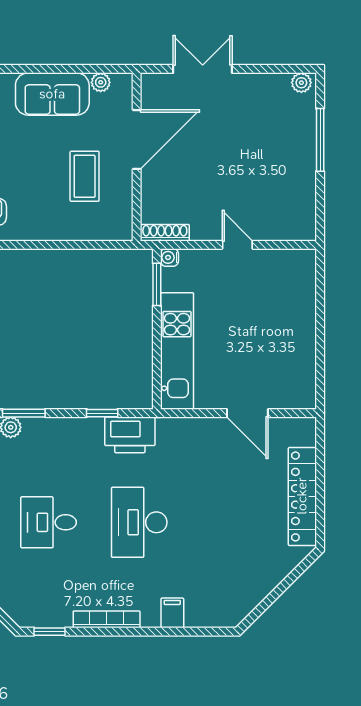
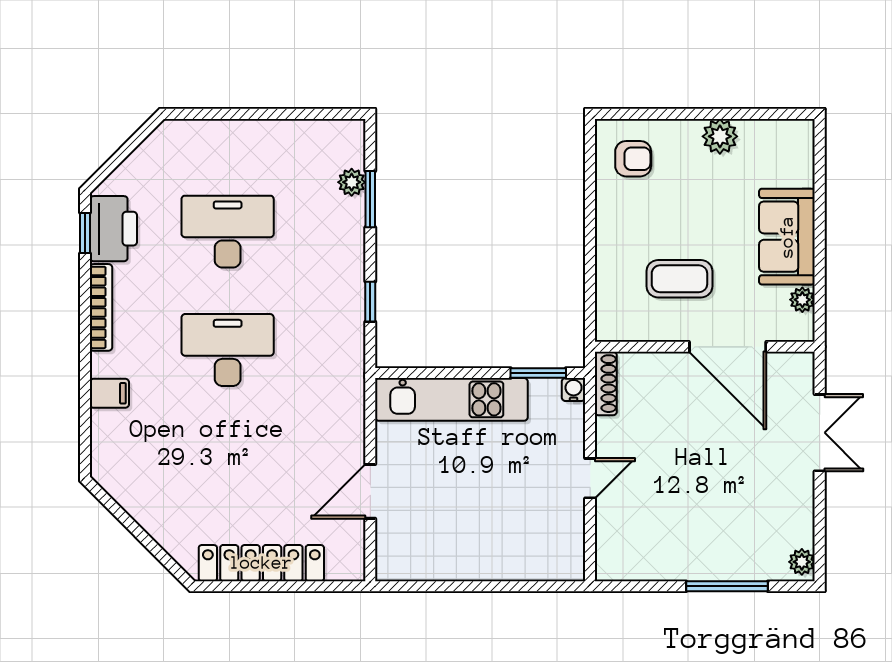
printer: (130, 435) -> (113, 229), moved, turned 180
desk: (49, 522) -> (228, 232), width x1.37

